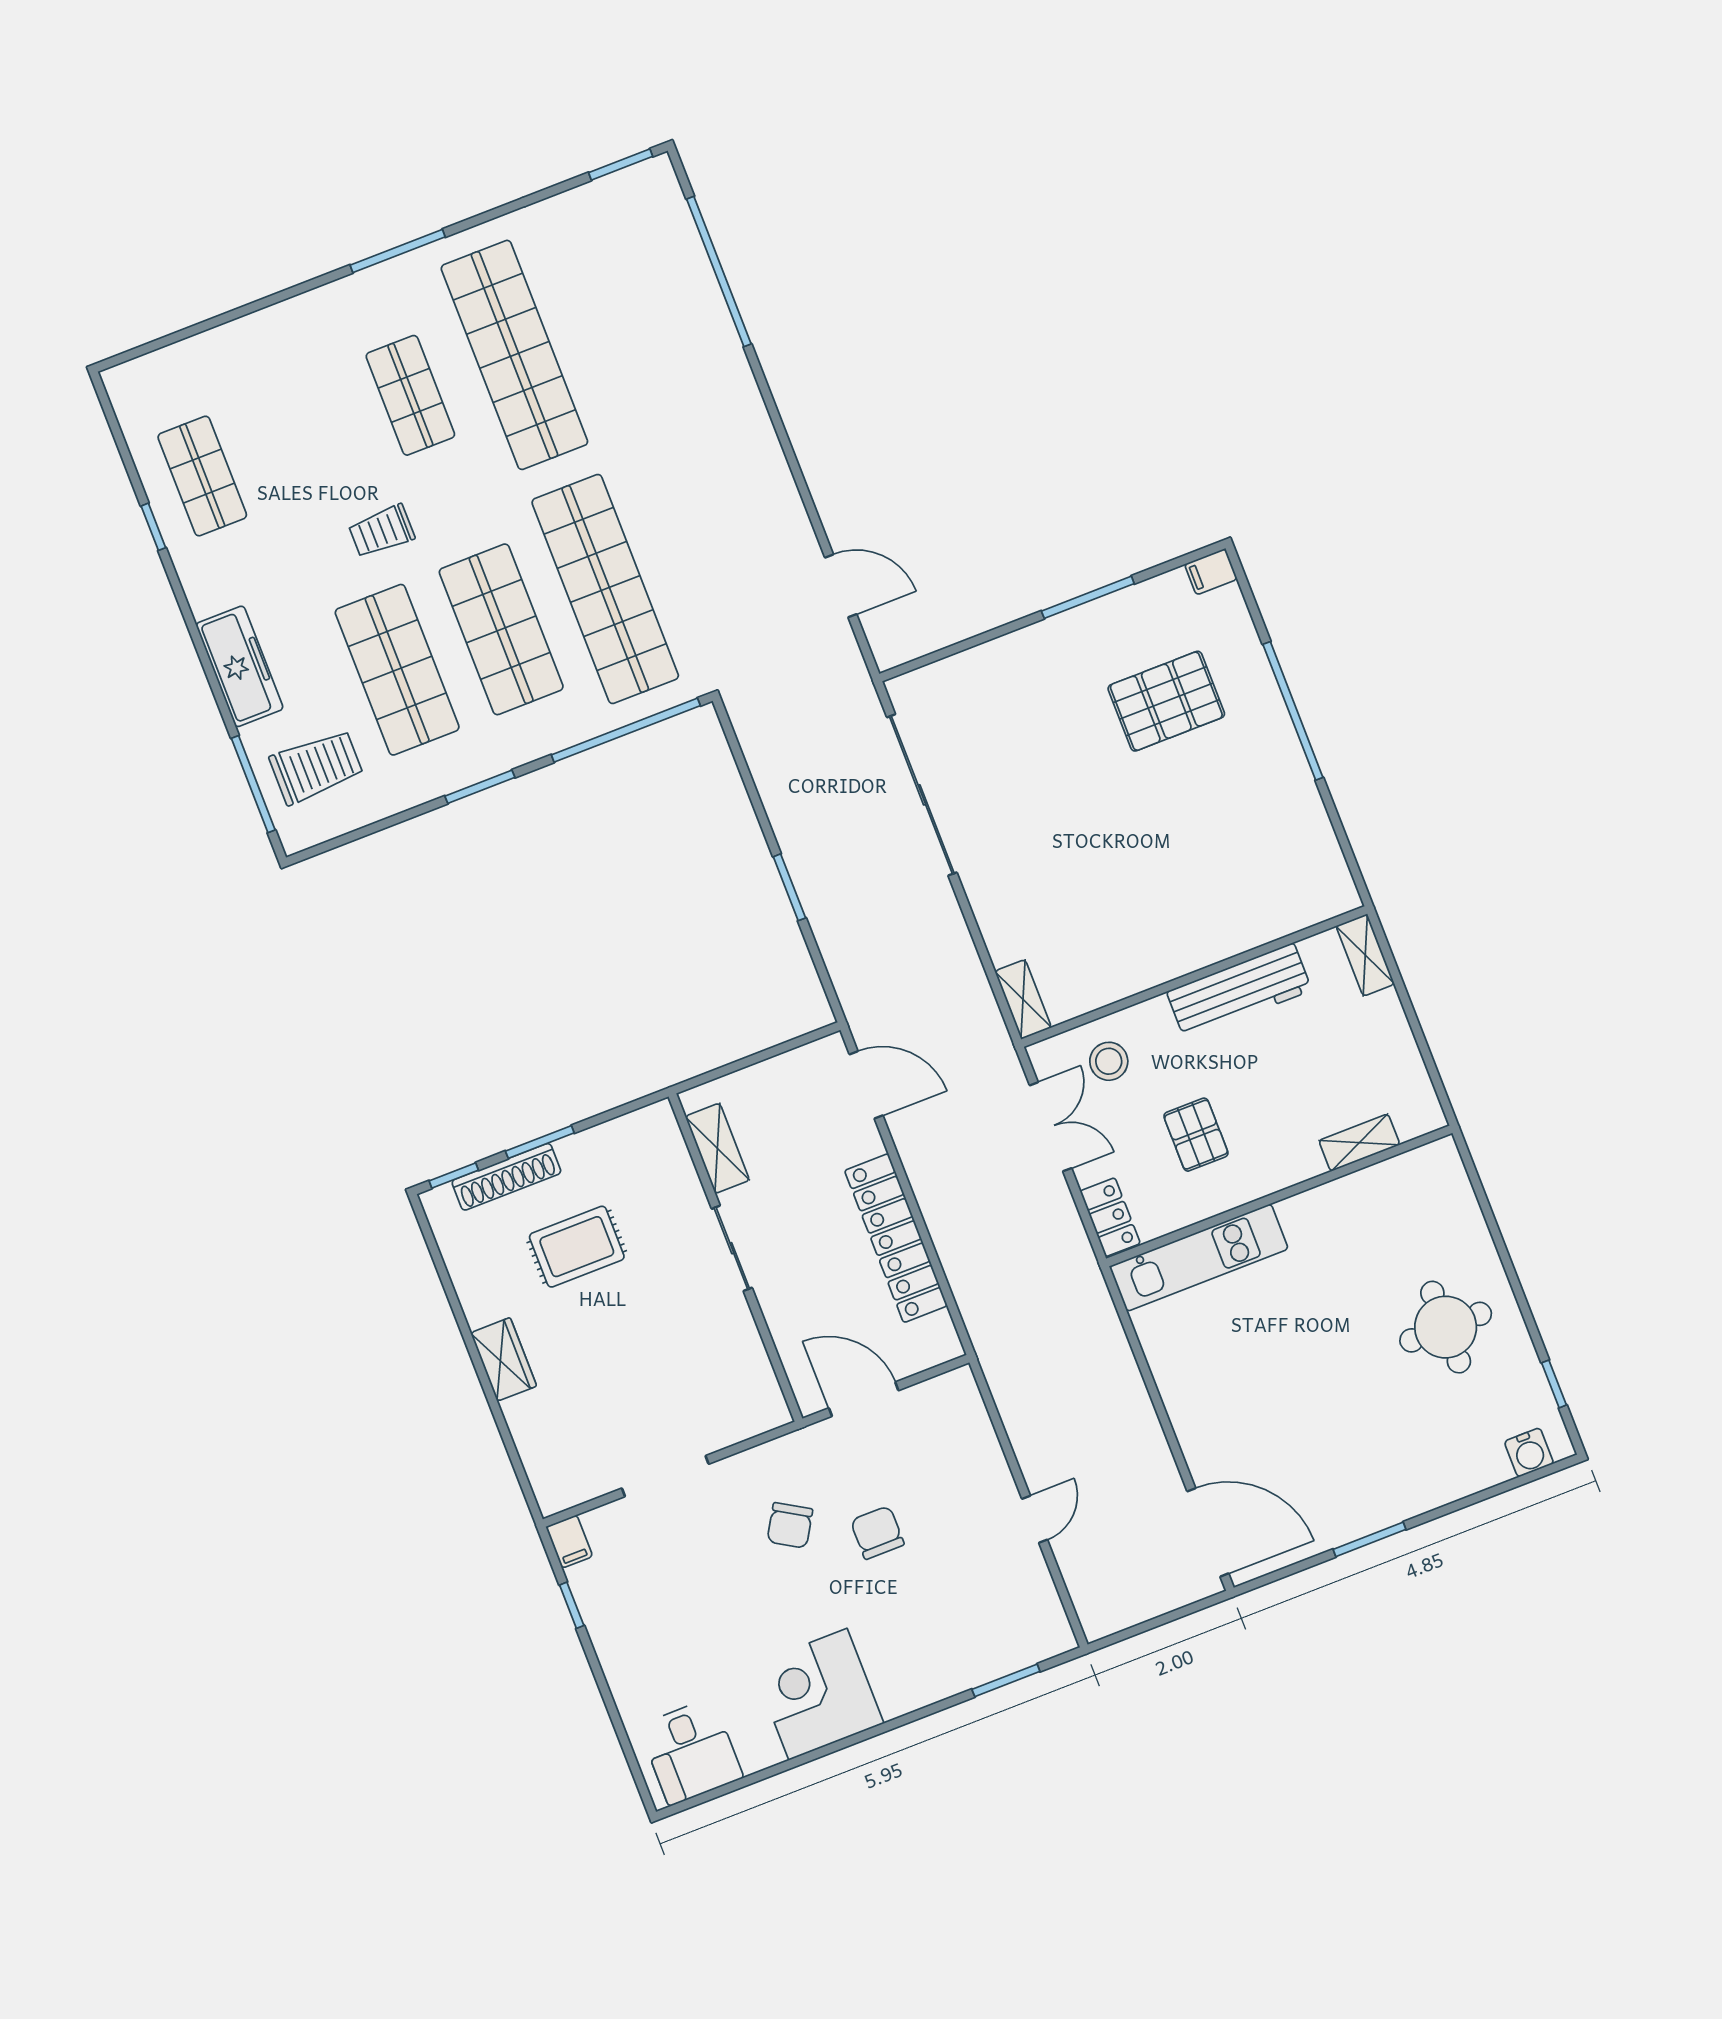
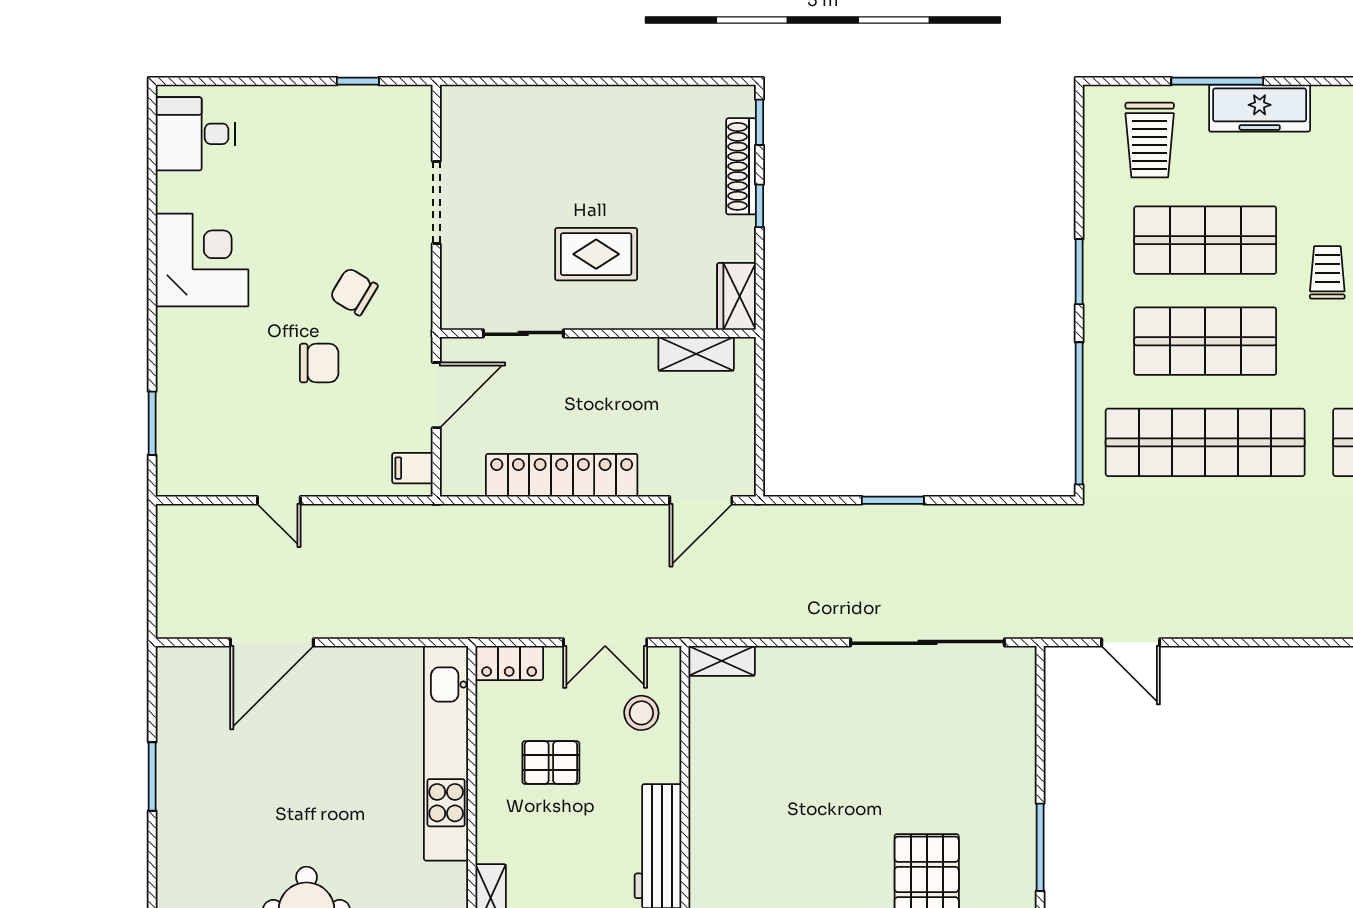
door: (841, 586) -> (1131, 642), hinge flipped
window: (253, 784) -> (1217, 81), moved
window: (540, 1142) -> (759, 206), width x0.67
rug: (577, 1247) -> (596, 254), moved, turned 90
sliding door: (732, 1248) -> (523, 333), moved
kitchen unit: (1199, 1258) -> (446, 753), width x1.36
wardrobe: (504, 1359) -> (737, 296), moved, turned 90
door: (1208, 1532) -> (272, 642), moved
filing cabinet: (569, 1542) -> (412, 468), moved

